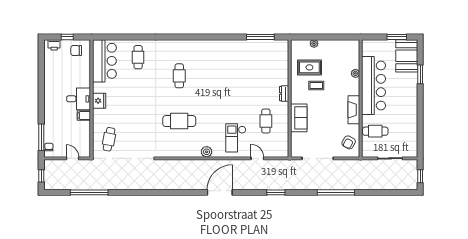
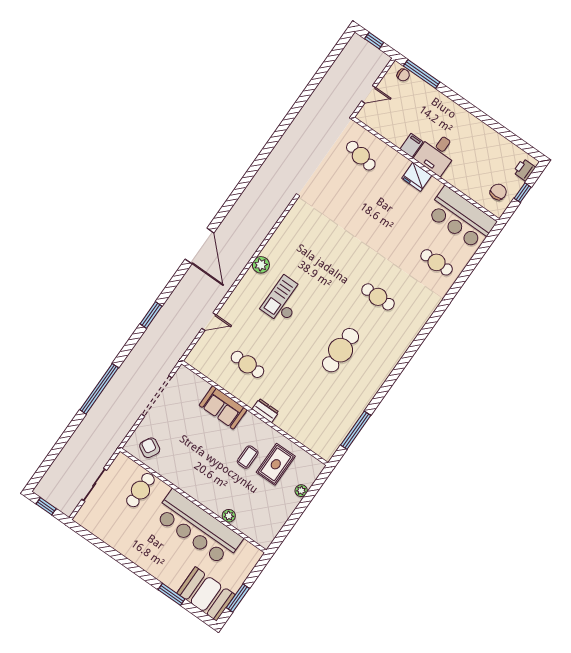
fireplace: (354, 110) -> (185, 482), removed
cafe table: (179, 121) -> (341, 350), moved
checkout: (236, 138) -> (284, 300), moved, turned -90
window: (89, 192) -> (313, 85), removed

